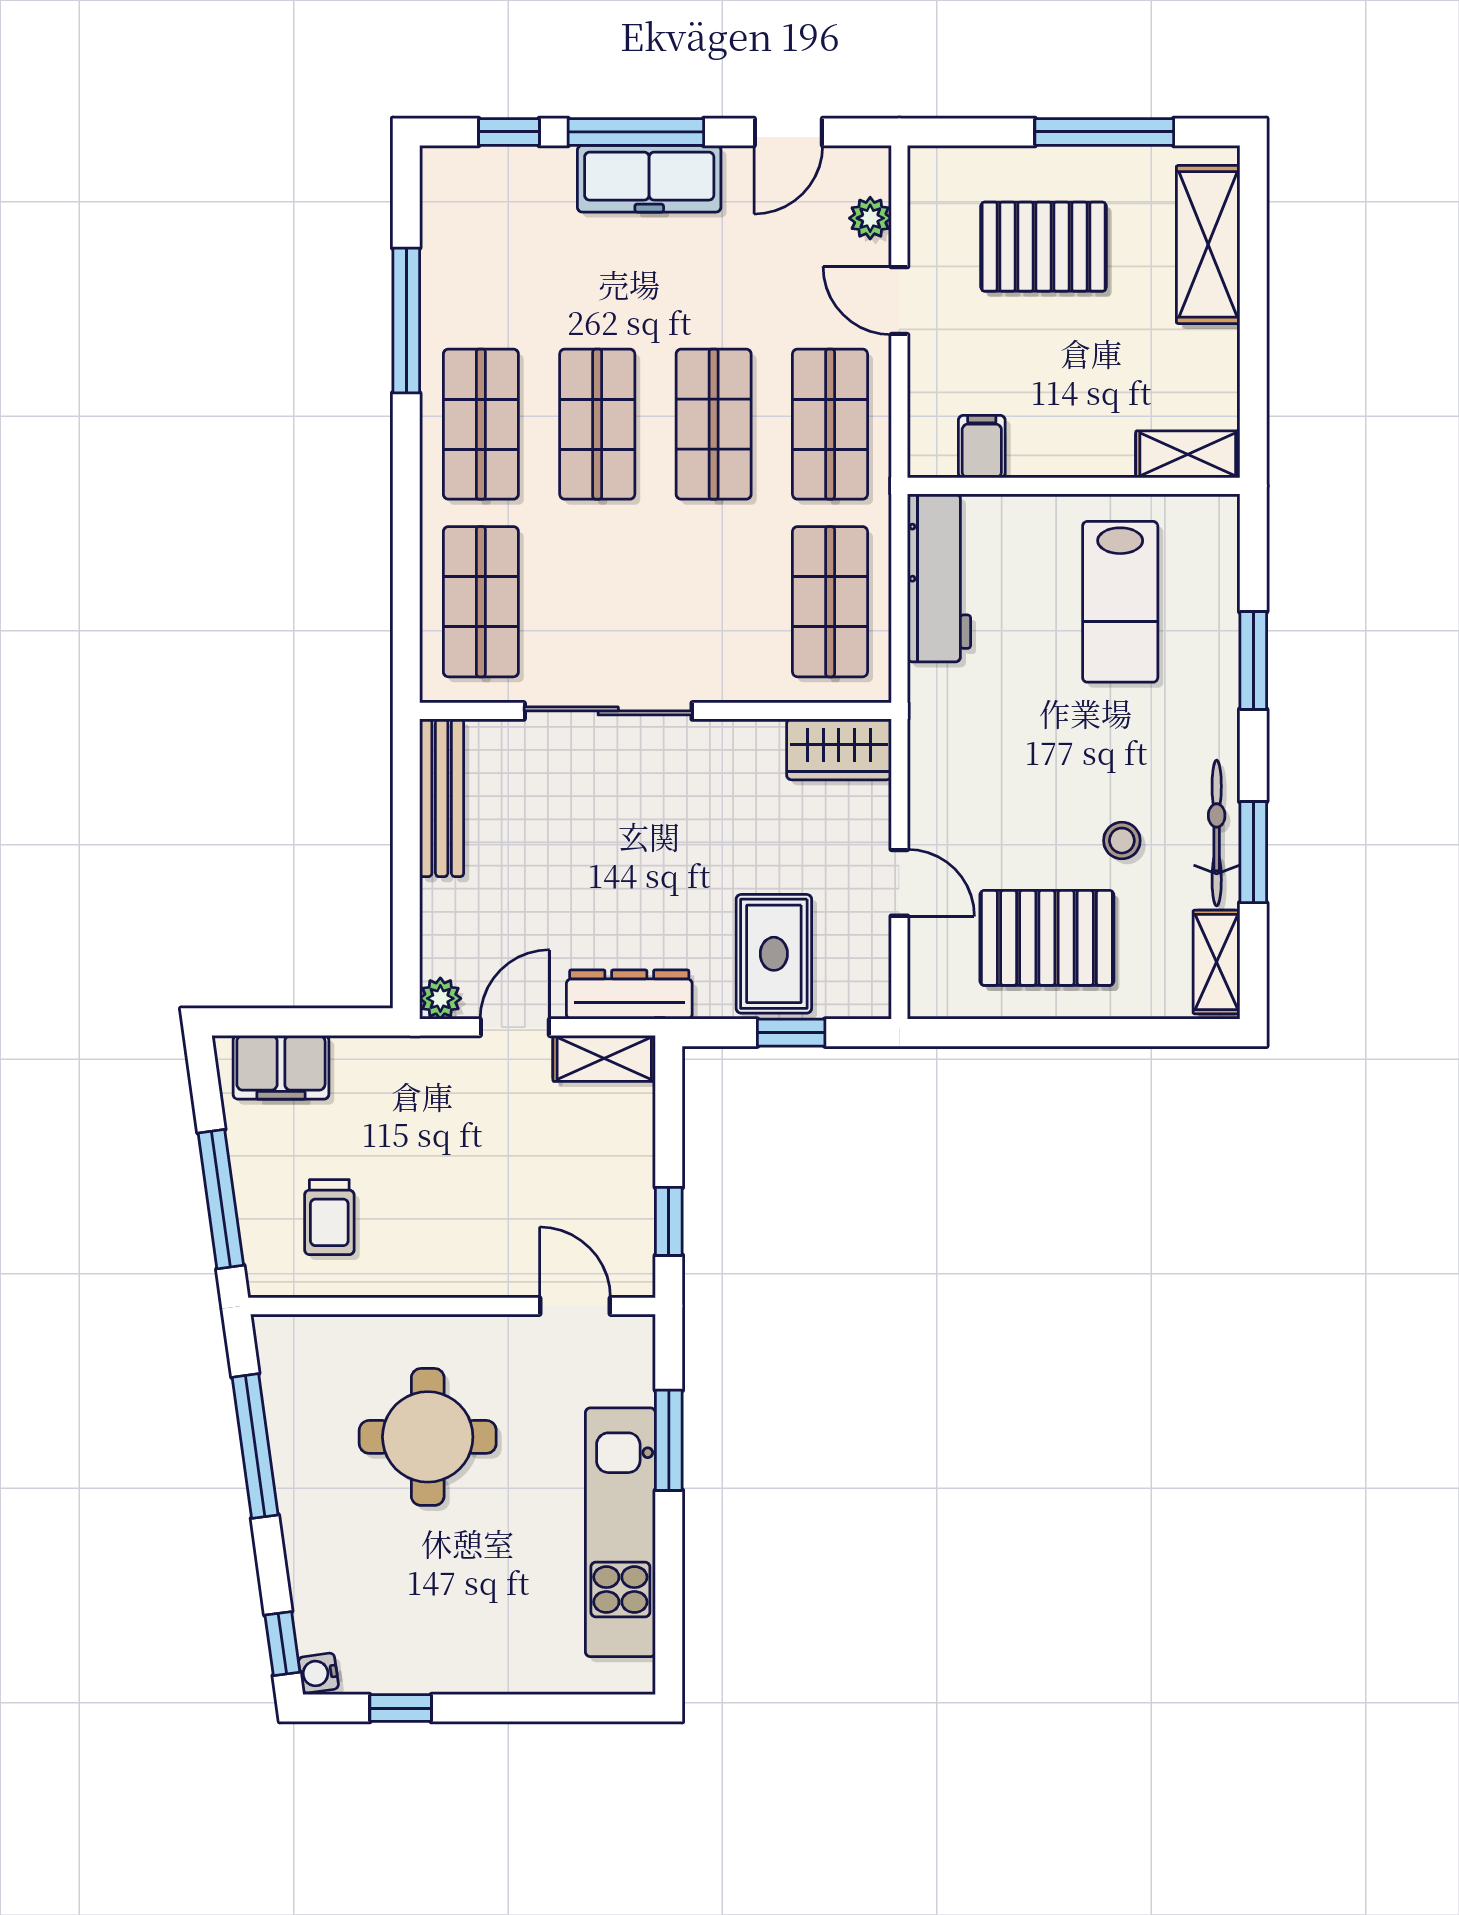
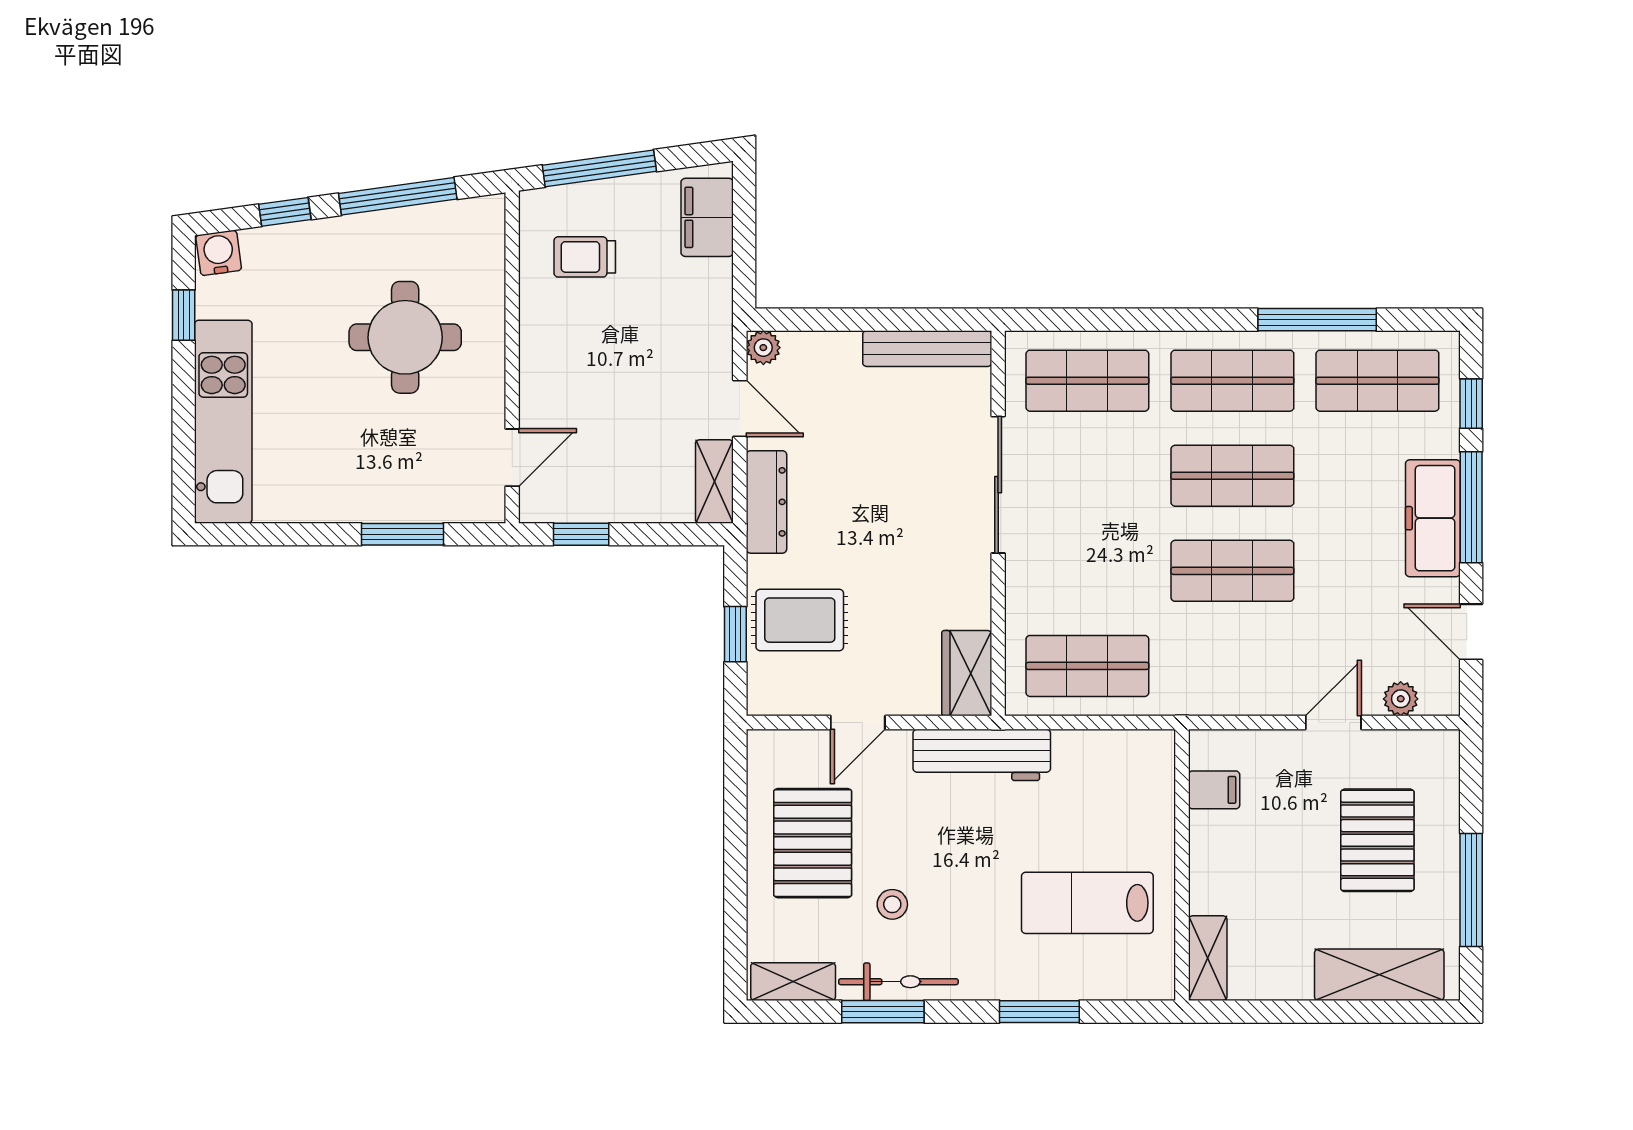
shop shelf: (830, 424) -> (1377, 381), moved
workbench: (939, 578) -> (982, 755), moved
kitchen unit: (620, 1532) -> (223, 422), moved, turned 90
window: (282, 1644) -> (285, 212), moved
water cooler: (318, 1673) -> (219, 253), width x1.38, depth x1.38

